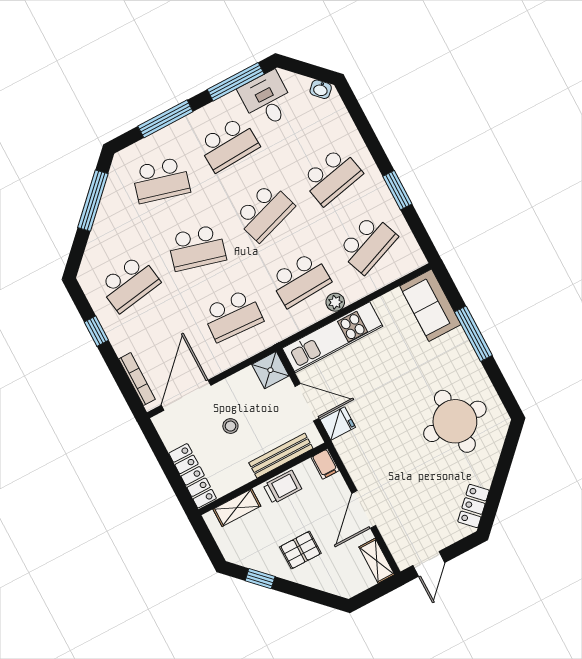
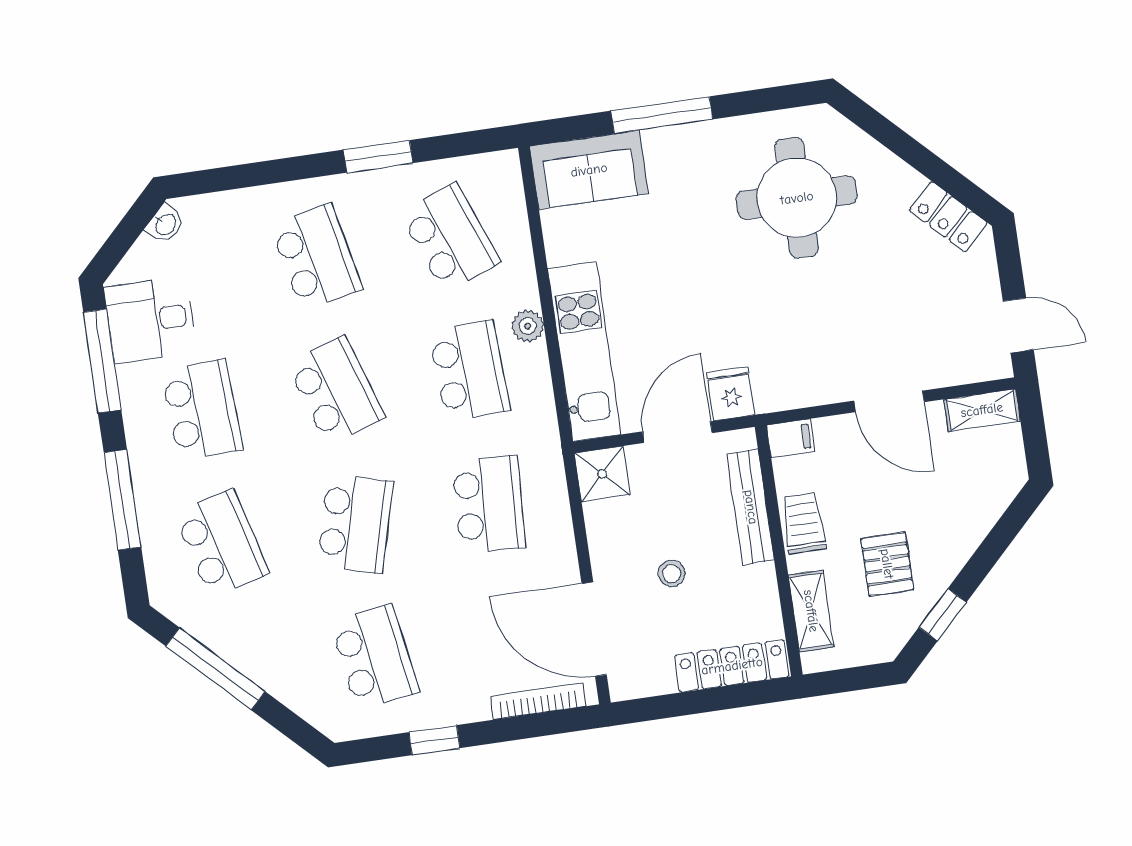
school desk: (161, 180) -> (222, 543), turned -30
pallet: (300, 550) -> (887, 564), moved

